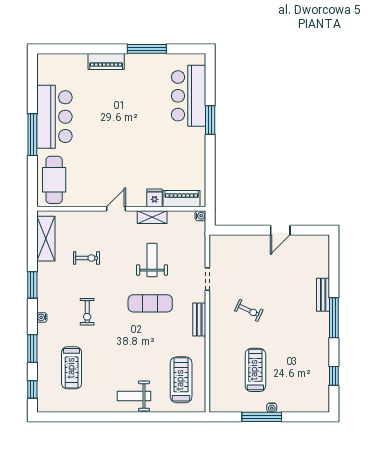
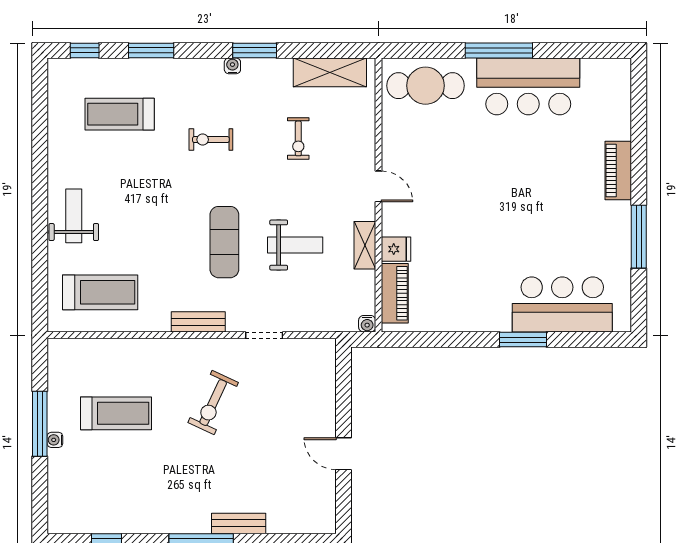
exercise bike: (249, 310) -> (213, 403), width x1.38, depth x1.39
water cooler: (42, 317) -> (232, 66), moved

